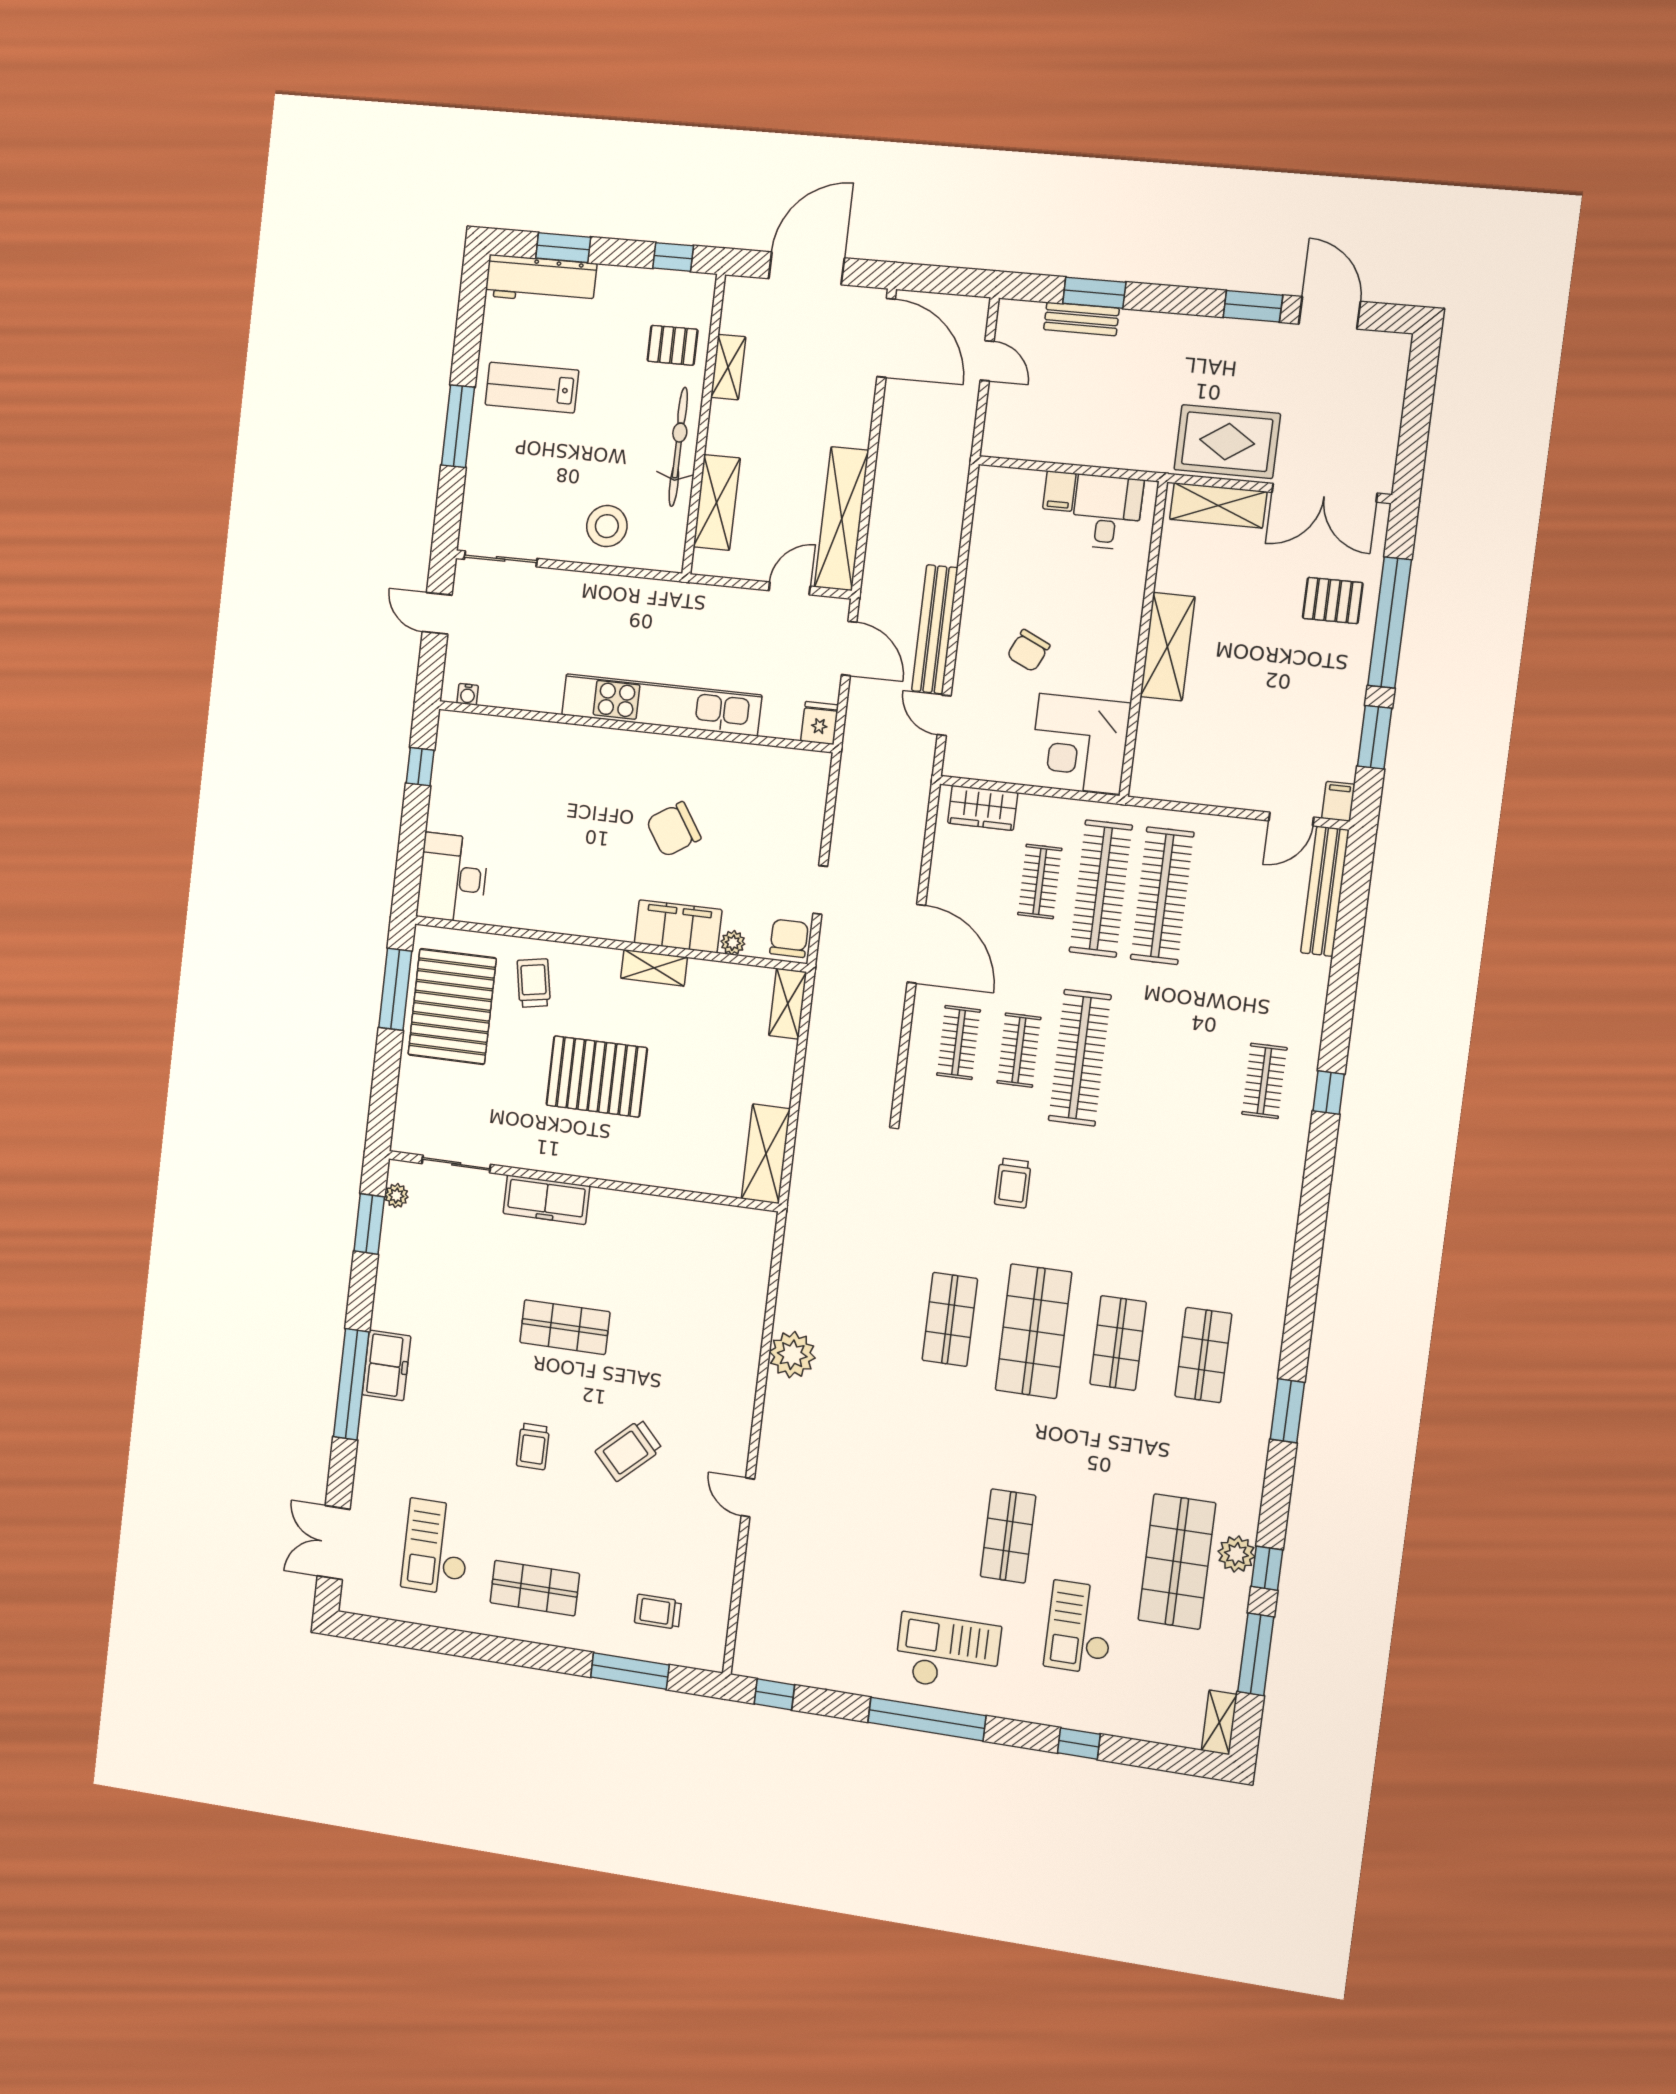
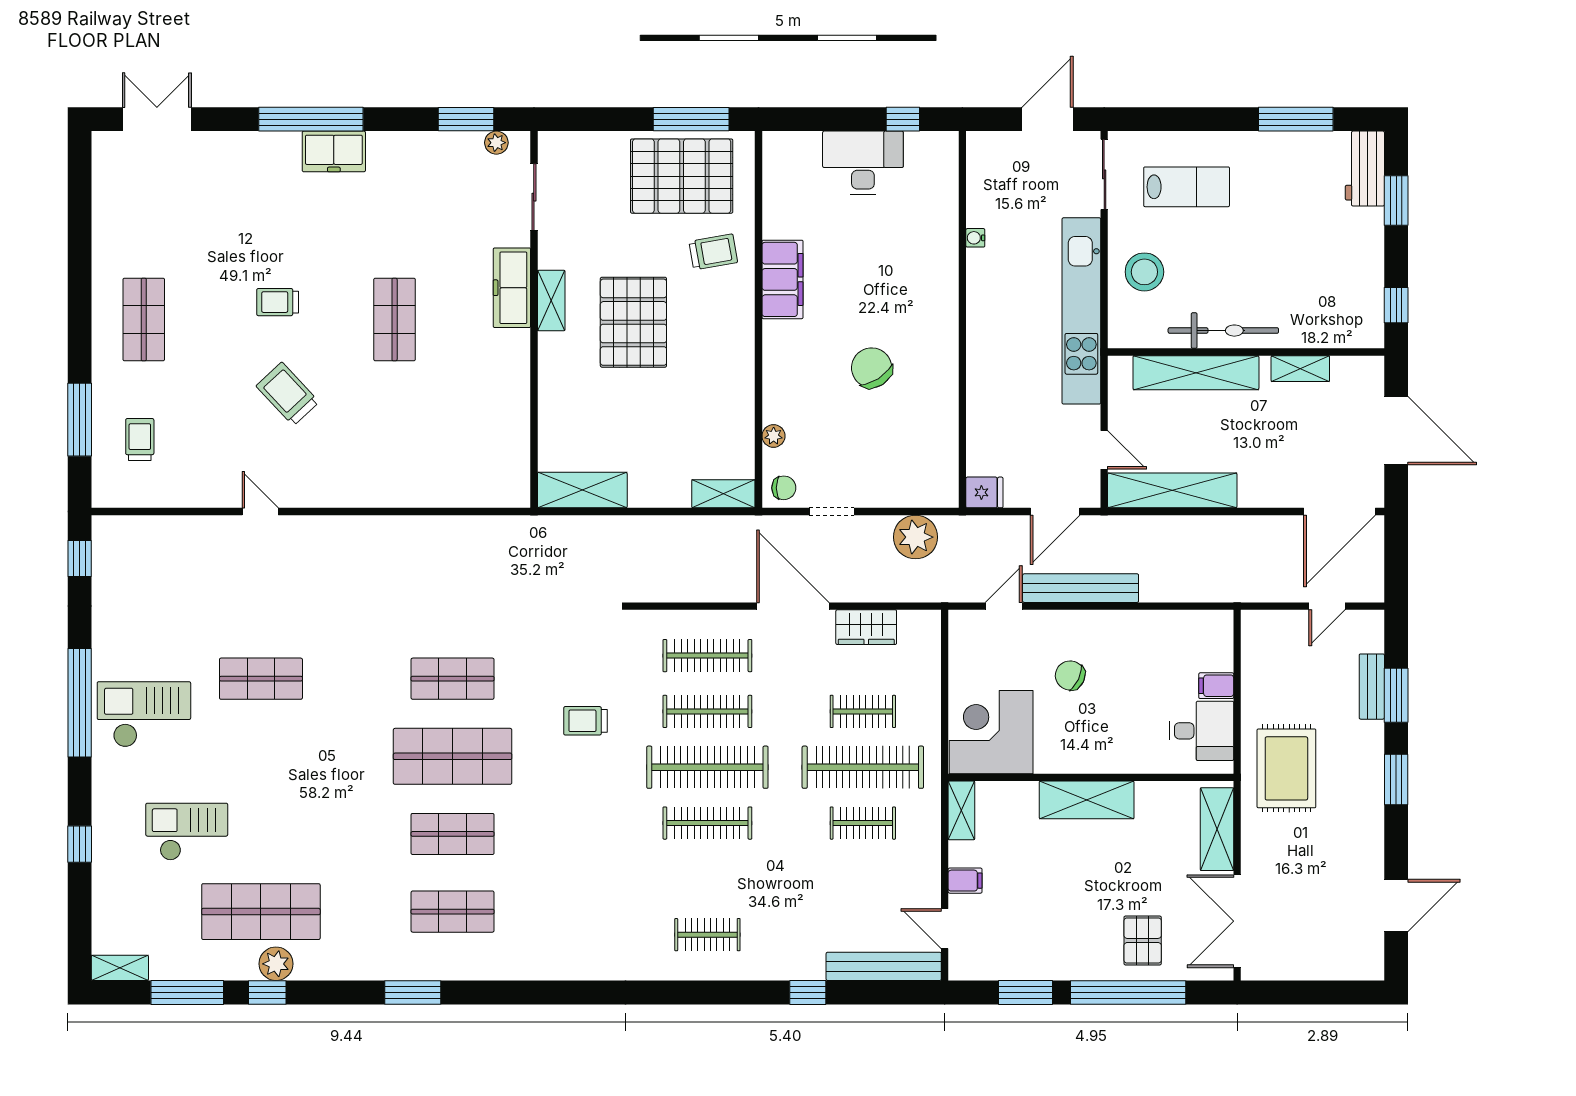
workbench: (541, 280) -> (1365, 169), width x0.73
window: (1253, 306) -> (1396, 780), moved
pallet: (673, 345) -> (1316, 314), removed
lab bench: (532, 388) -> (1187, 187), moved, turned 90
window: (458, 426) -> (1296, 119), moved
rug: (1227, 442) -> (1286, 768), moved
shelving: (717, 502) -> (1196, 373), width x1.47
door: (437, 613) -> (1047, 119), width x1.38
water cooler: (468, 694) -> (975, 238), moved
kitchen unit: (661, 705) -> (1081, 311), moved, turned 180
shelving: (1162, 786) -> (961, 810), added
filing cabinet: (1338, 801) -> (965, 881), moved
wardrobe: (983, 808) -> (866, 627), moved, turned -90
desk: (453, 878) -> (863, 163), moved
clothes rail: (1162, 896) -> (863, 823), width x0.54, depth x0.76
filing cabinet: (678, 926) -> (783, 279), moved
chair: (789, 938) -> (784, 488), width x0.73, depth x0.73
door: (916, 944) -> (793, 606), swing flipped
shelving: (654, 968) -> (551, 300), moved
clothes rail: (959, 1043) -> (707, 656), width x1.36
clothes rail: (1019, 1050) -> (707, 711), width x1.36
clothes rail: (1141, 1065) -> (707, 823), added
window: (1329, 1092) -> (808, 992), moved
plant: (792, 1355) -> (915, 537), moved
door: (748, 1497) -> (260, 512), hinge flipped
shop shelf: (1008, 1536) -> (261, 679), moved
checkout: (436, 1547) -> (168, 220), removed
checkout: (948, 1653) -> (144, 714), turned -90

